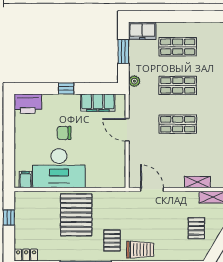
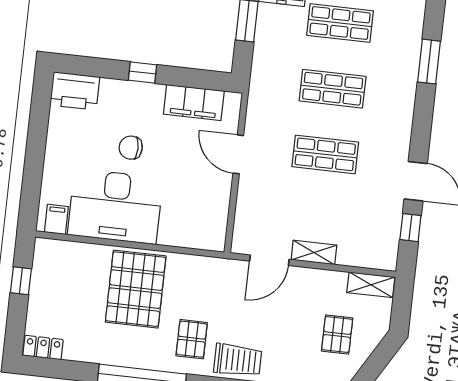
plant: (134, 81) -> (260, 73), removed
shelving: (197, 182) -> (314, 253), moved
door: (152, 189) -> (269, 260), swing flipped

